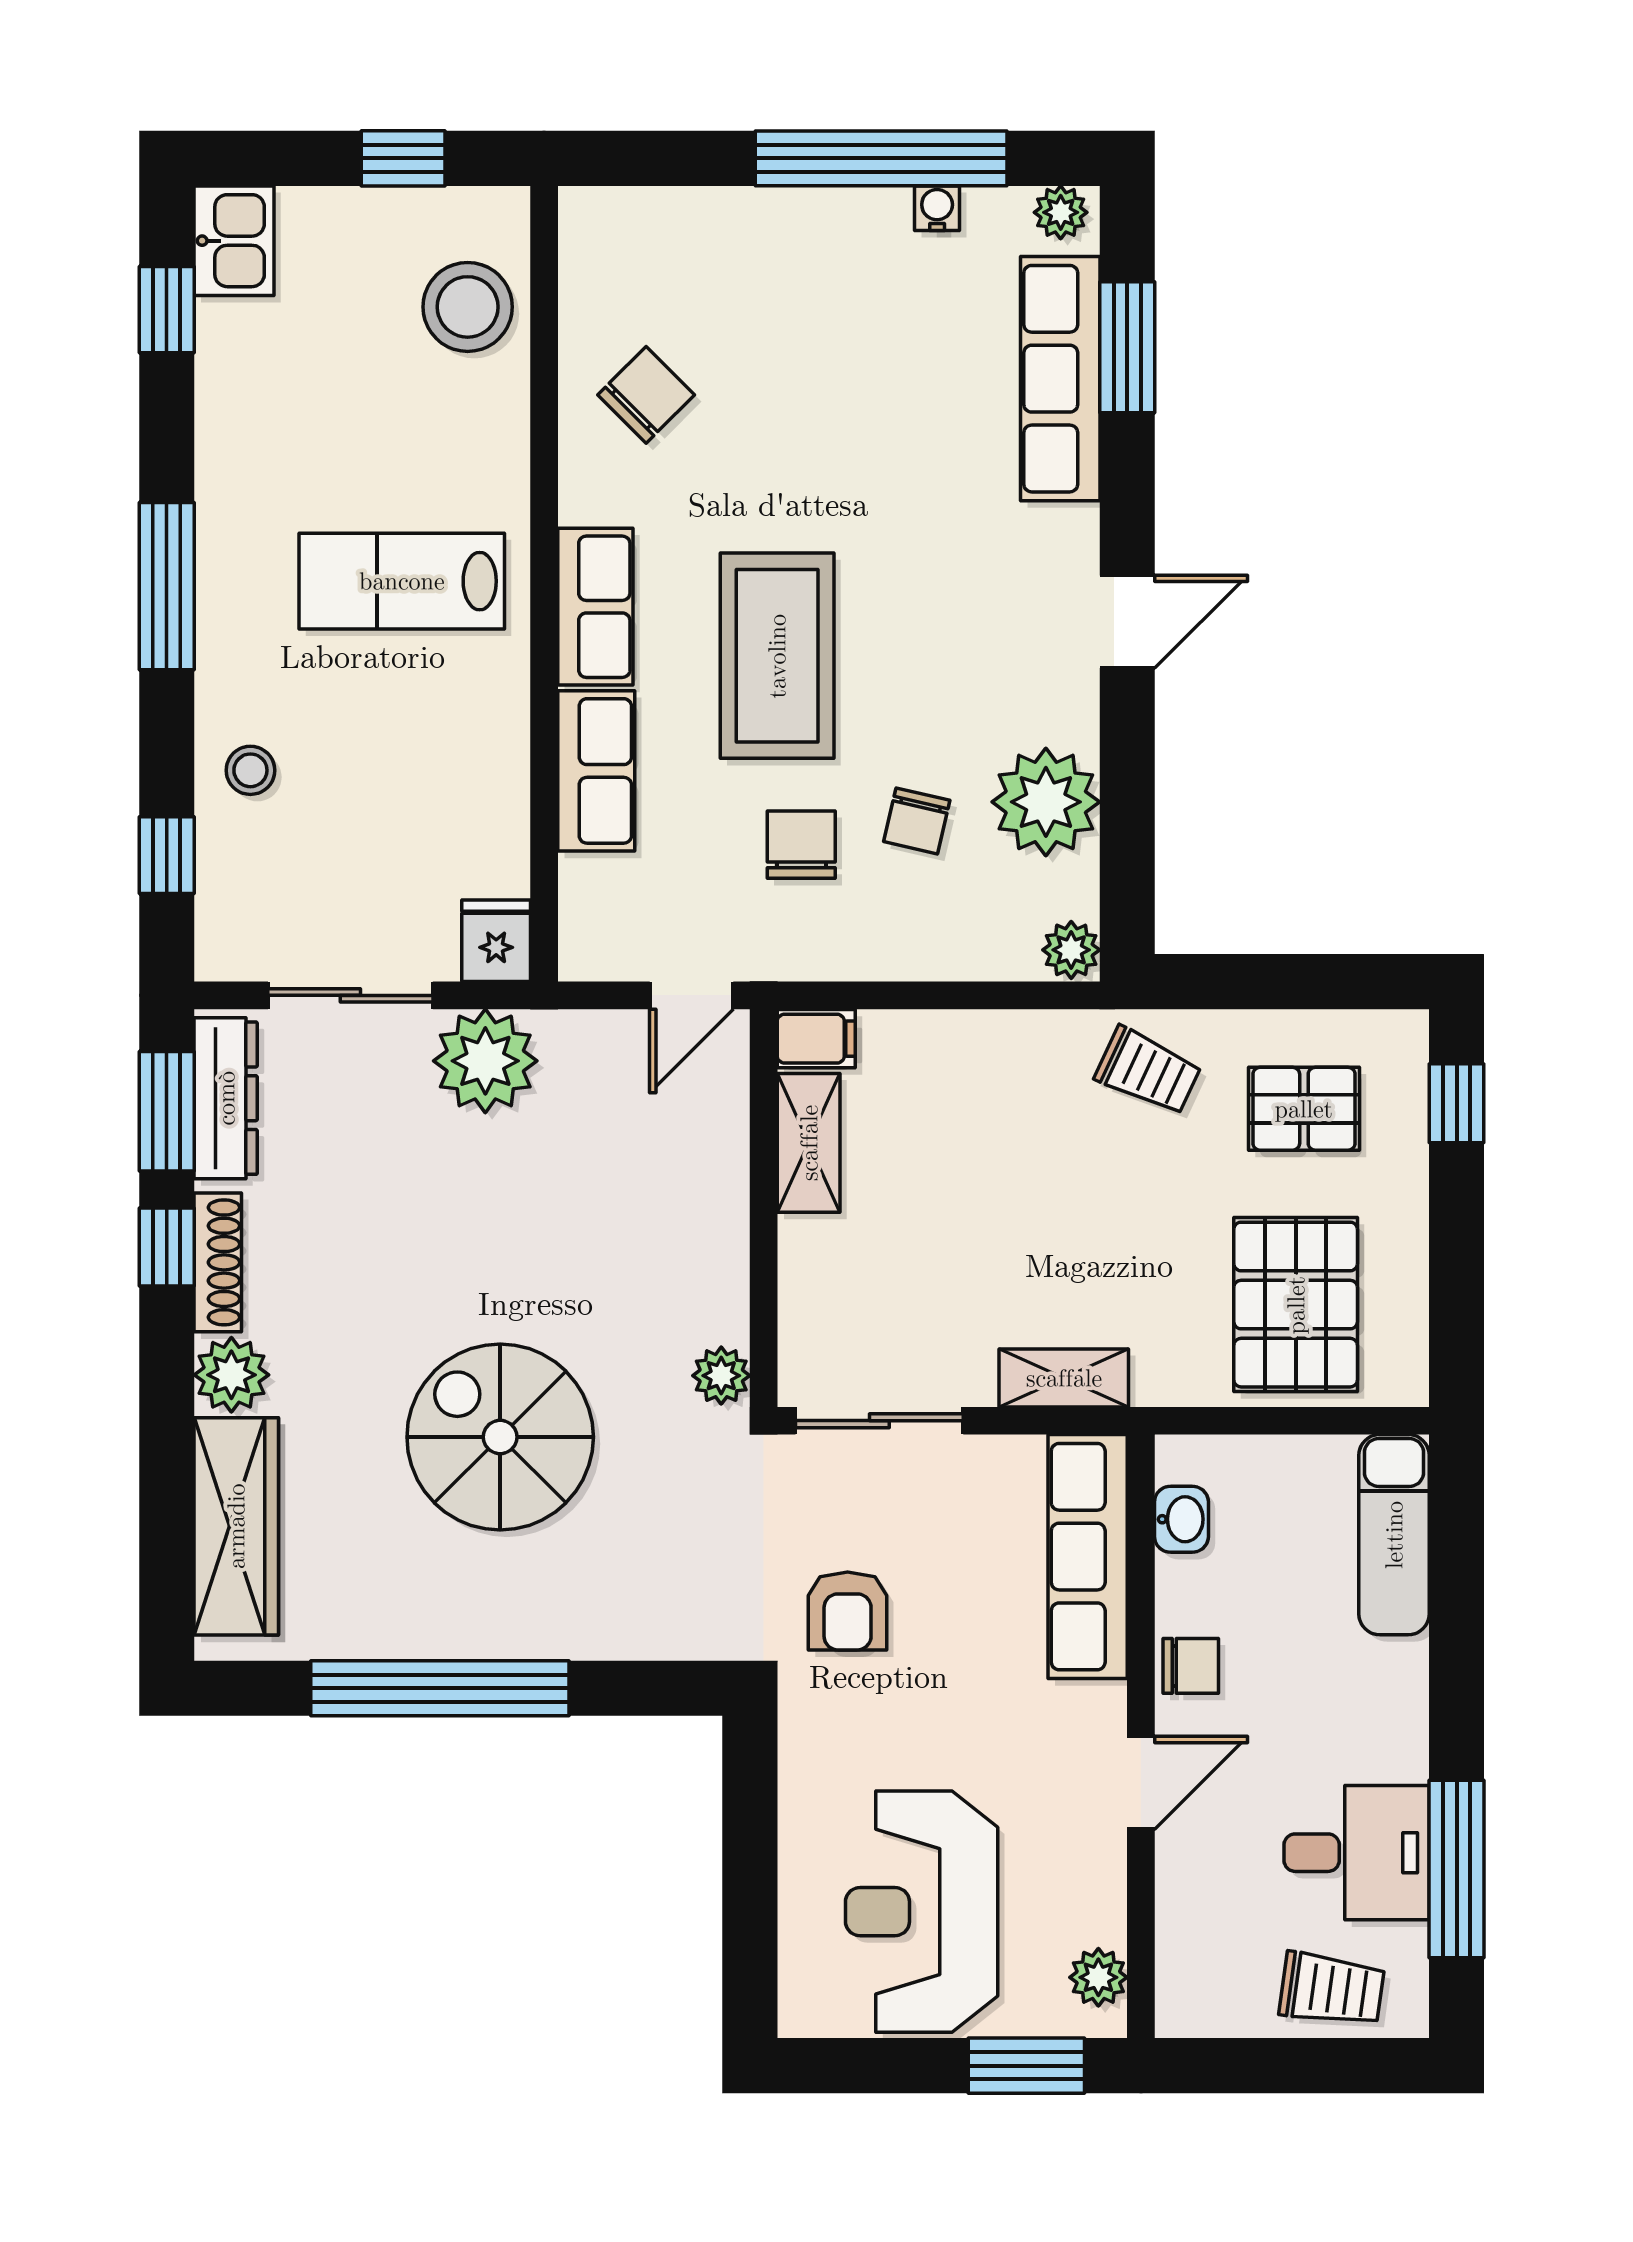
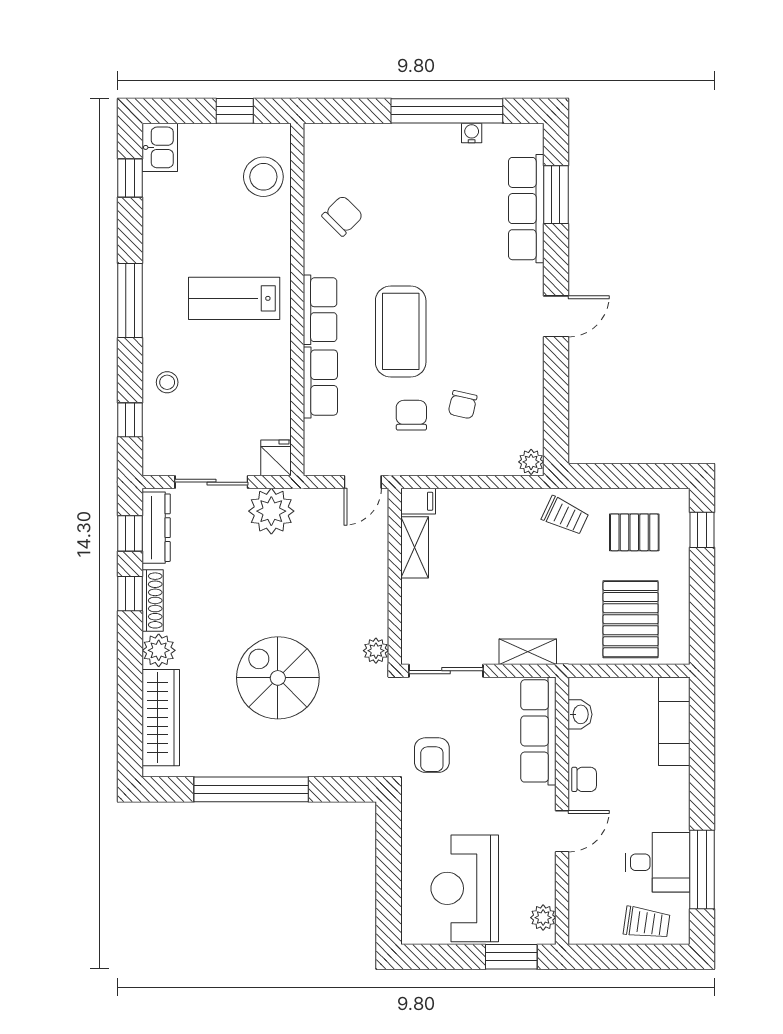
plant: (1061, 212) -> (526, 135), removed
plant: (1046, 802) -> (520, 396), removed
window: (167, 1111) -> (130, 533), width x0.67

